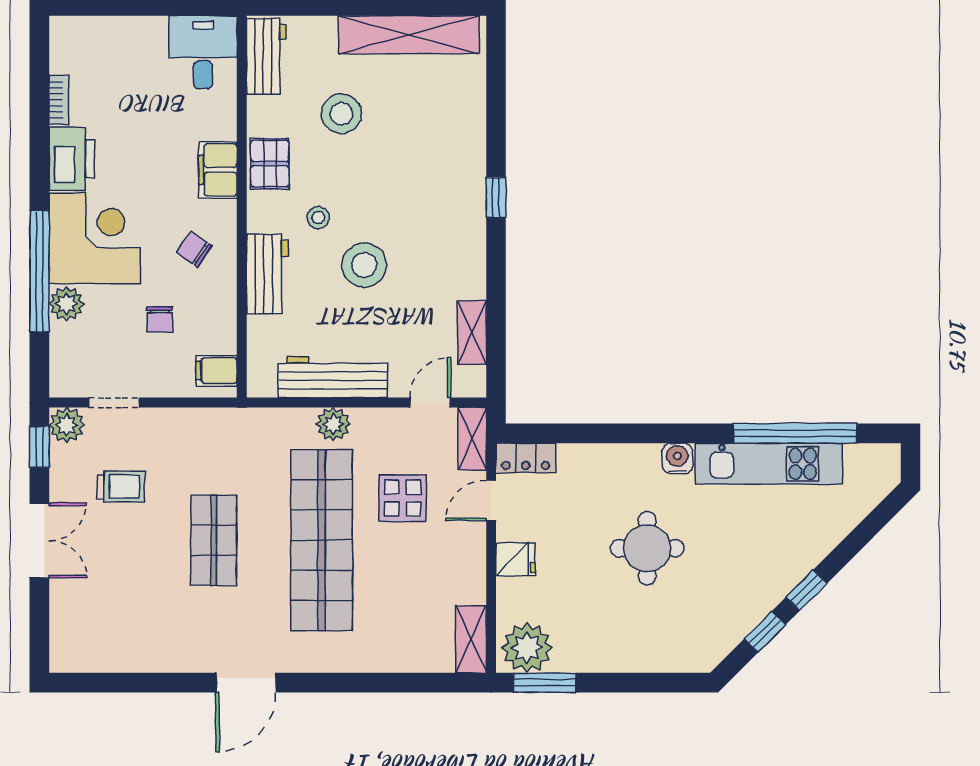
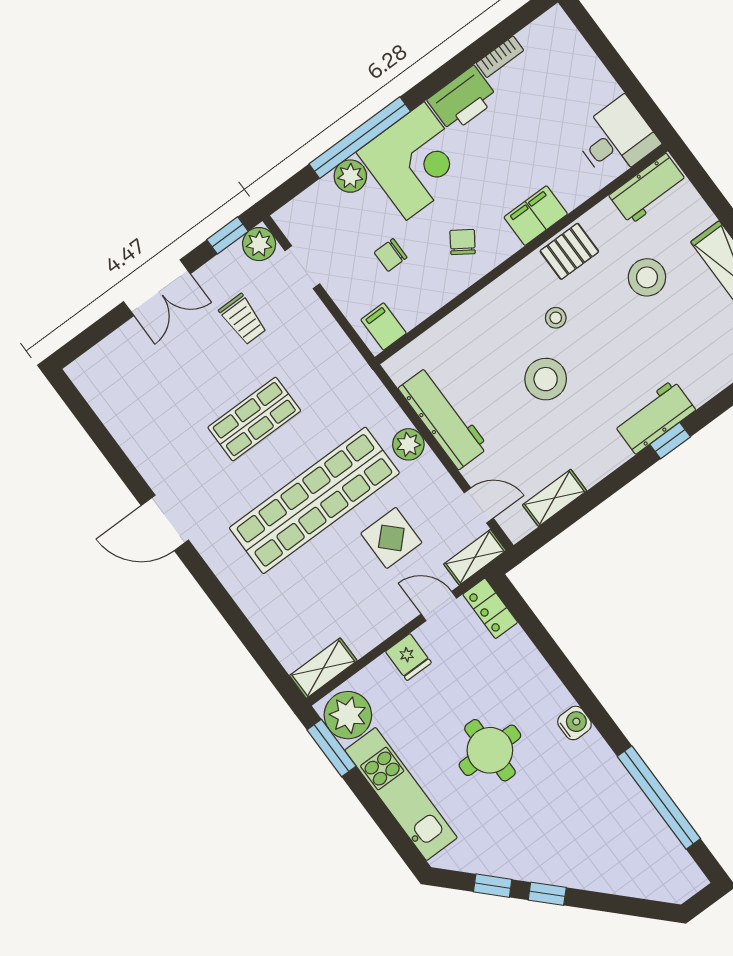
workbench: (267, 274) -> (654, 417), moved, turned 180
kitchen unit: (769, 464) -> (401, 794), moved, turned 180

